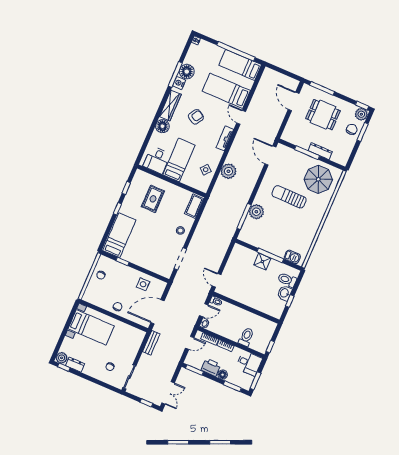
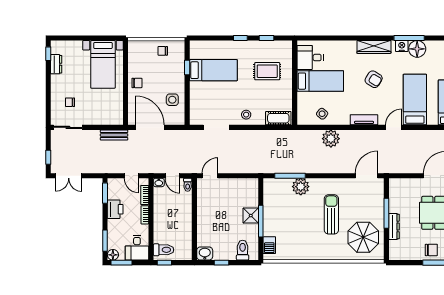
floor lamp: (162, 126) -> (348, 48), removed
bed: (119, 235) -> (213, 70), moved
washbasin: (285, 293) -> (205, 253), moved
toilet: (246, 337) -> (164, 250), moved
plant: (62, 358) -> (57, 47), removed
floor lamp: (223, 375) -> (113, 255), moved

